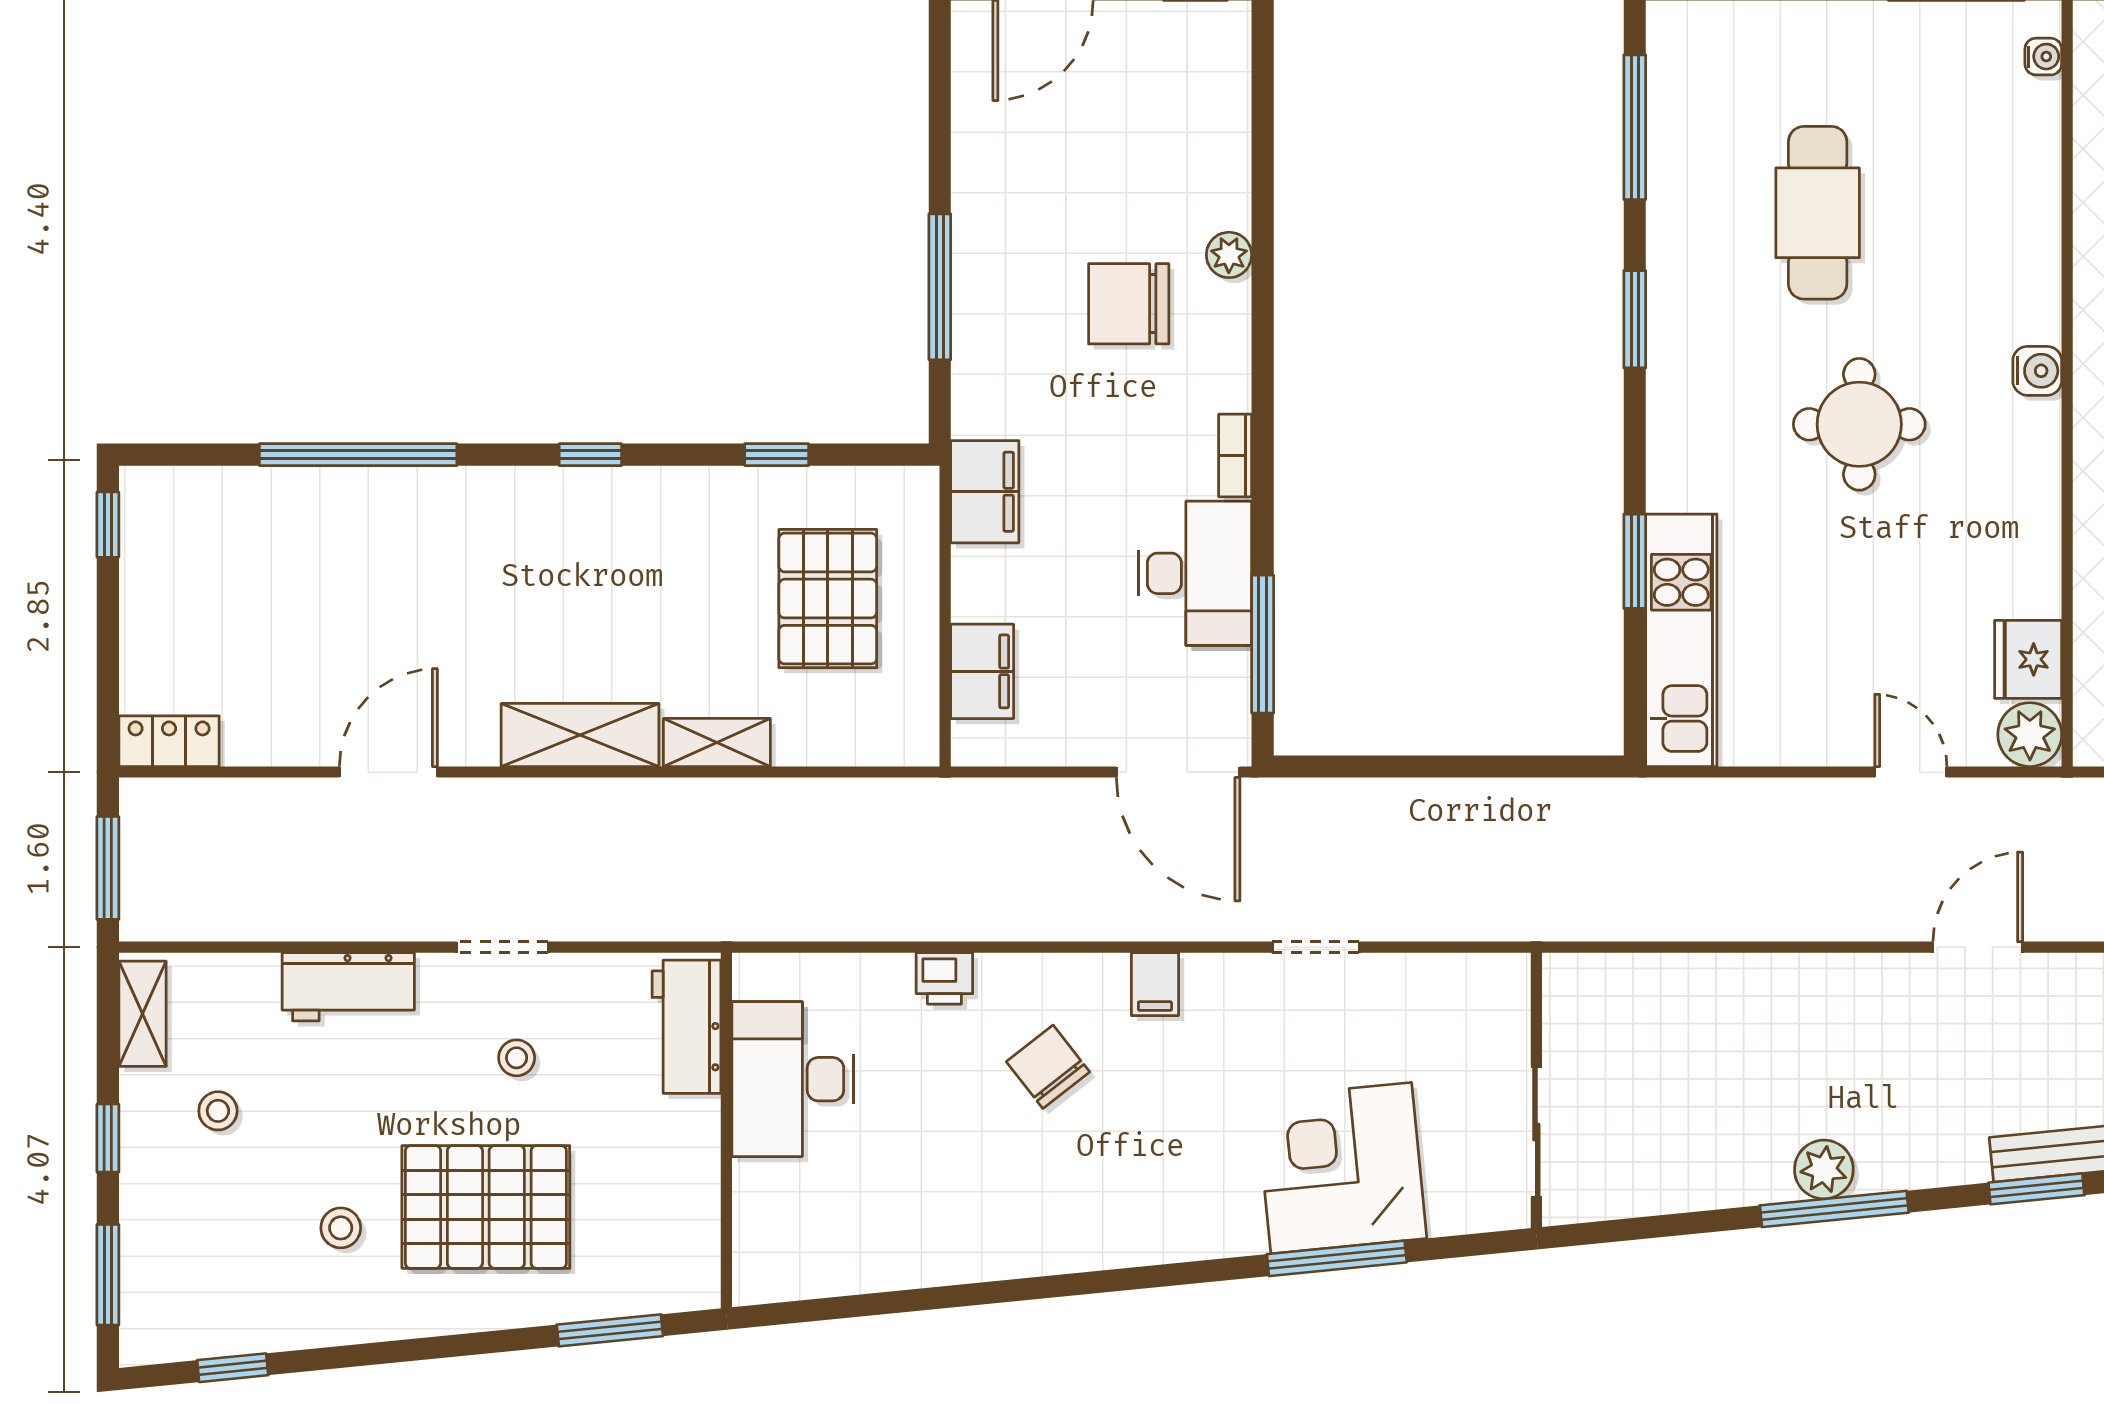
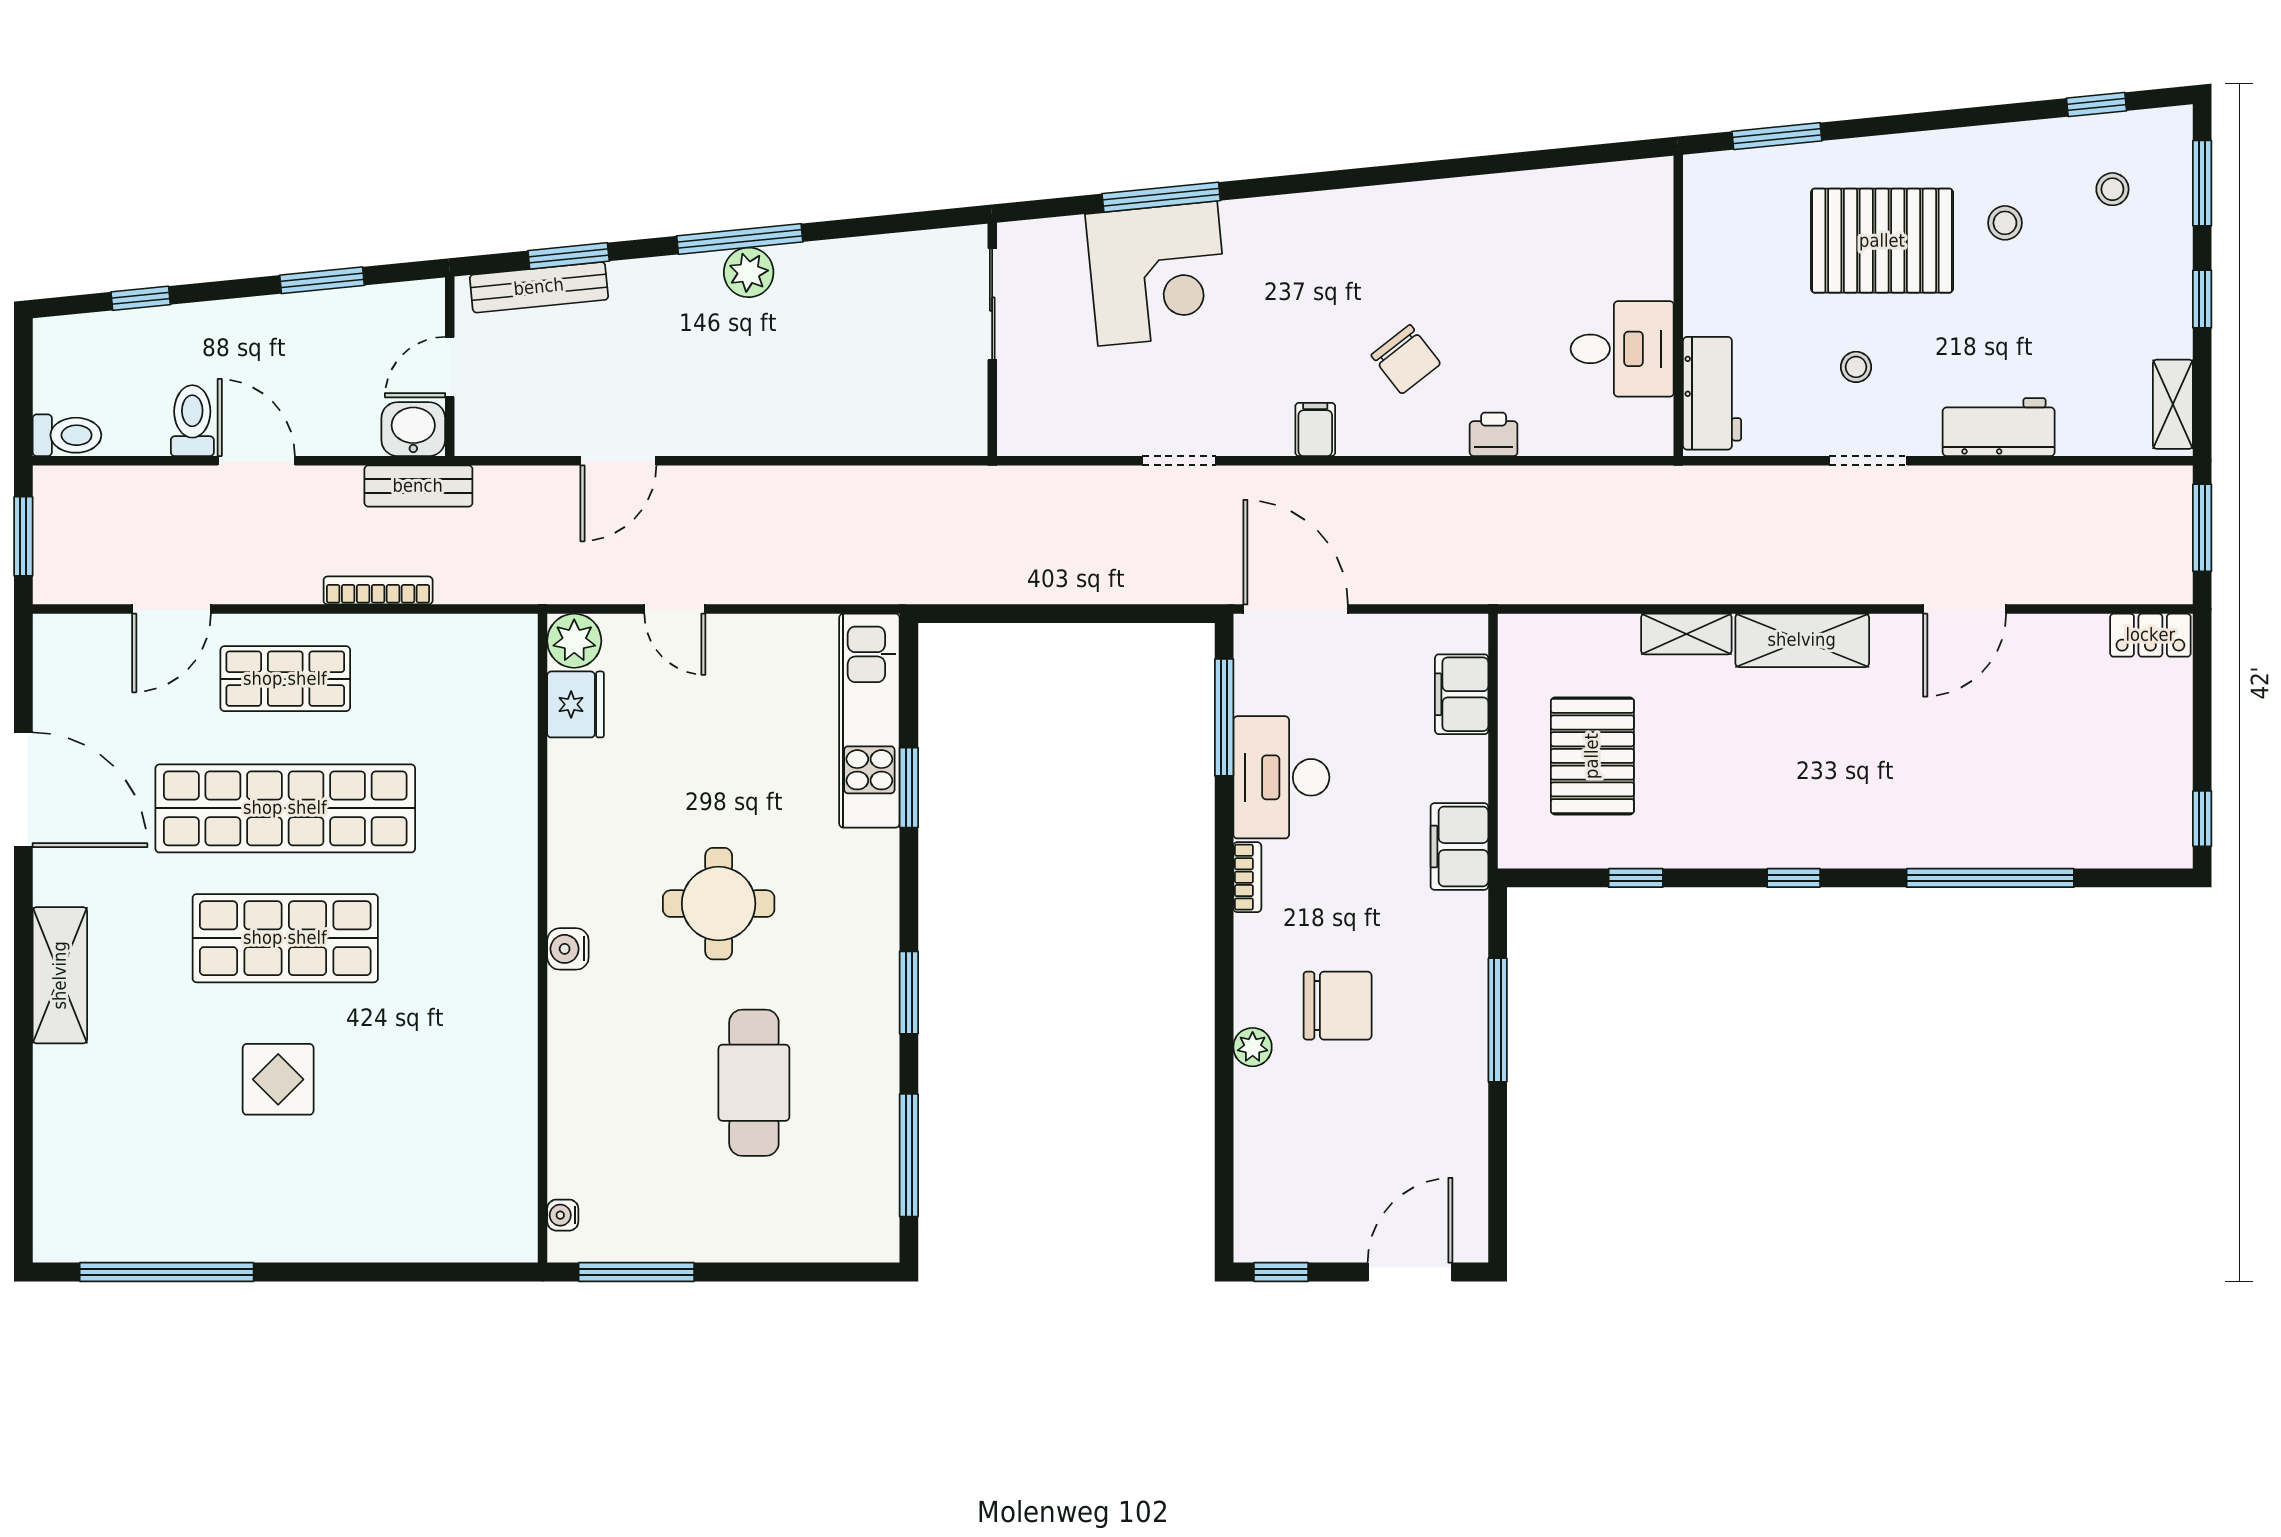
desk: (793, 1079) -> (1622, 349), width x0.73
stool: (218, 1111) -> (2112, 189), moved

